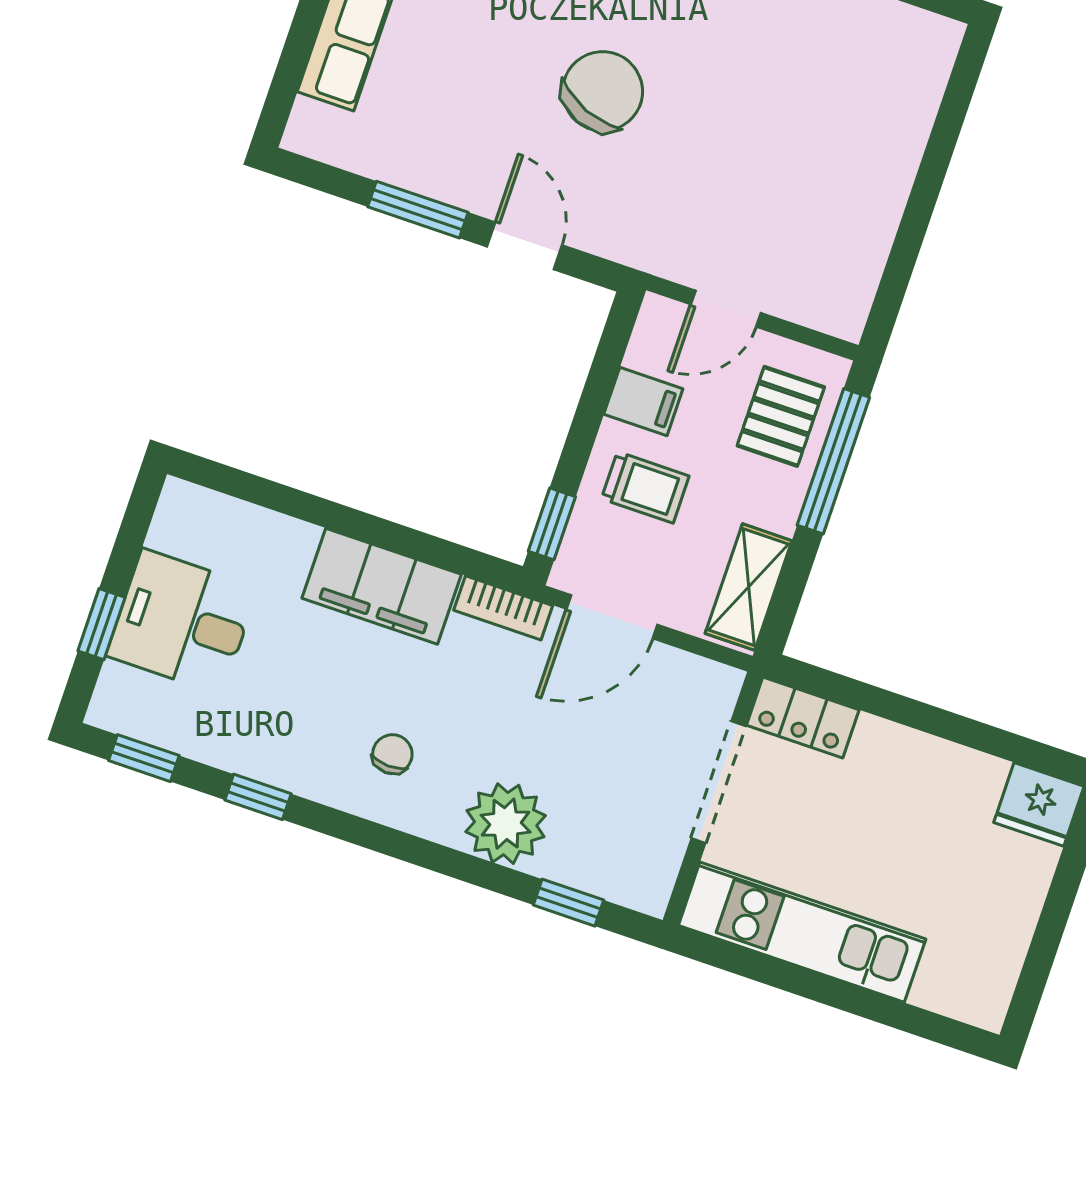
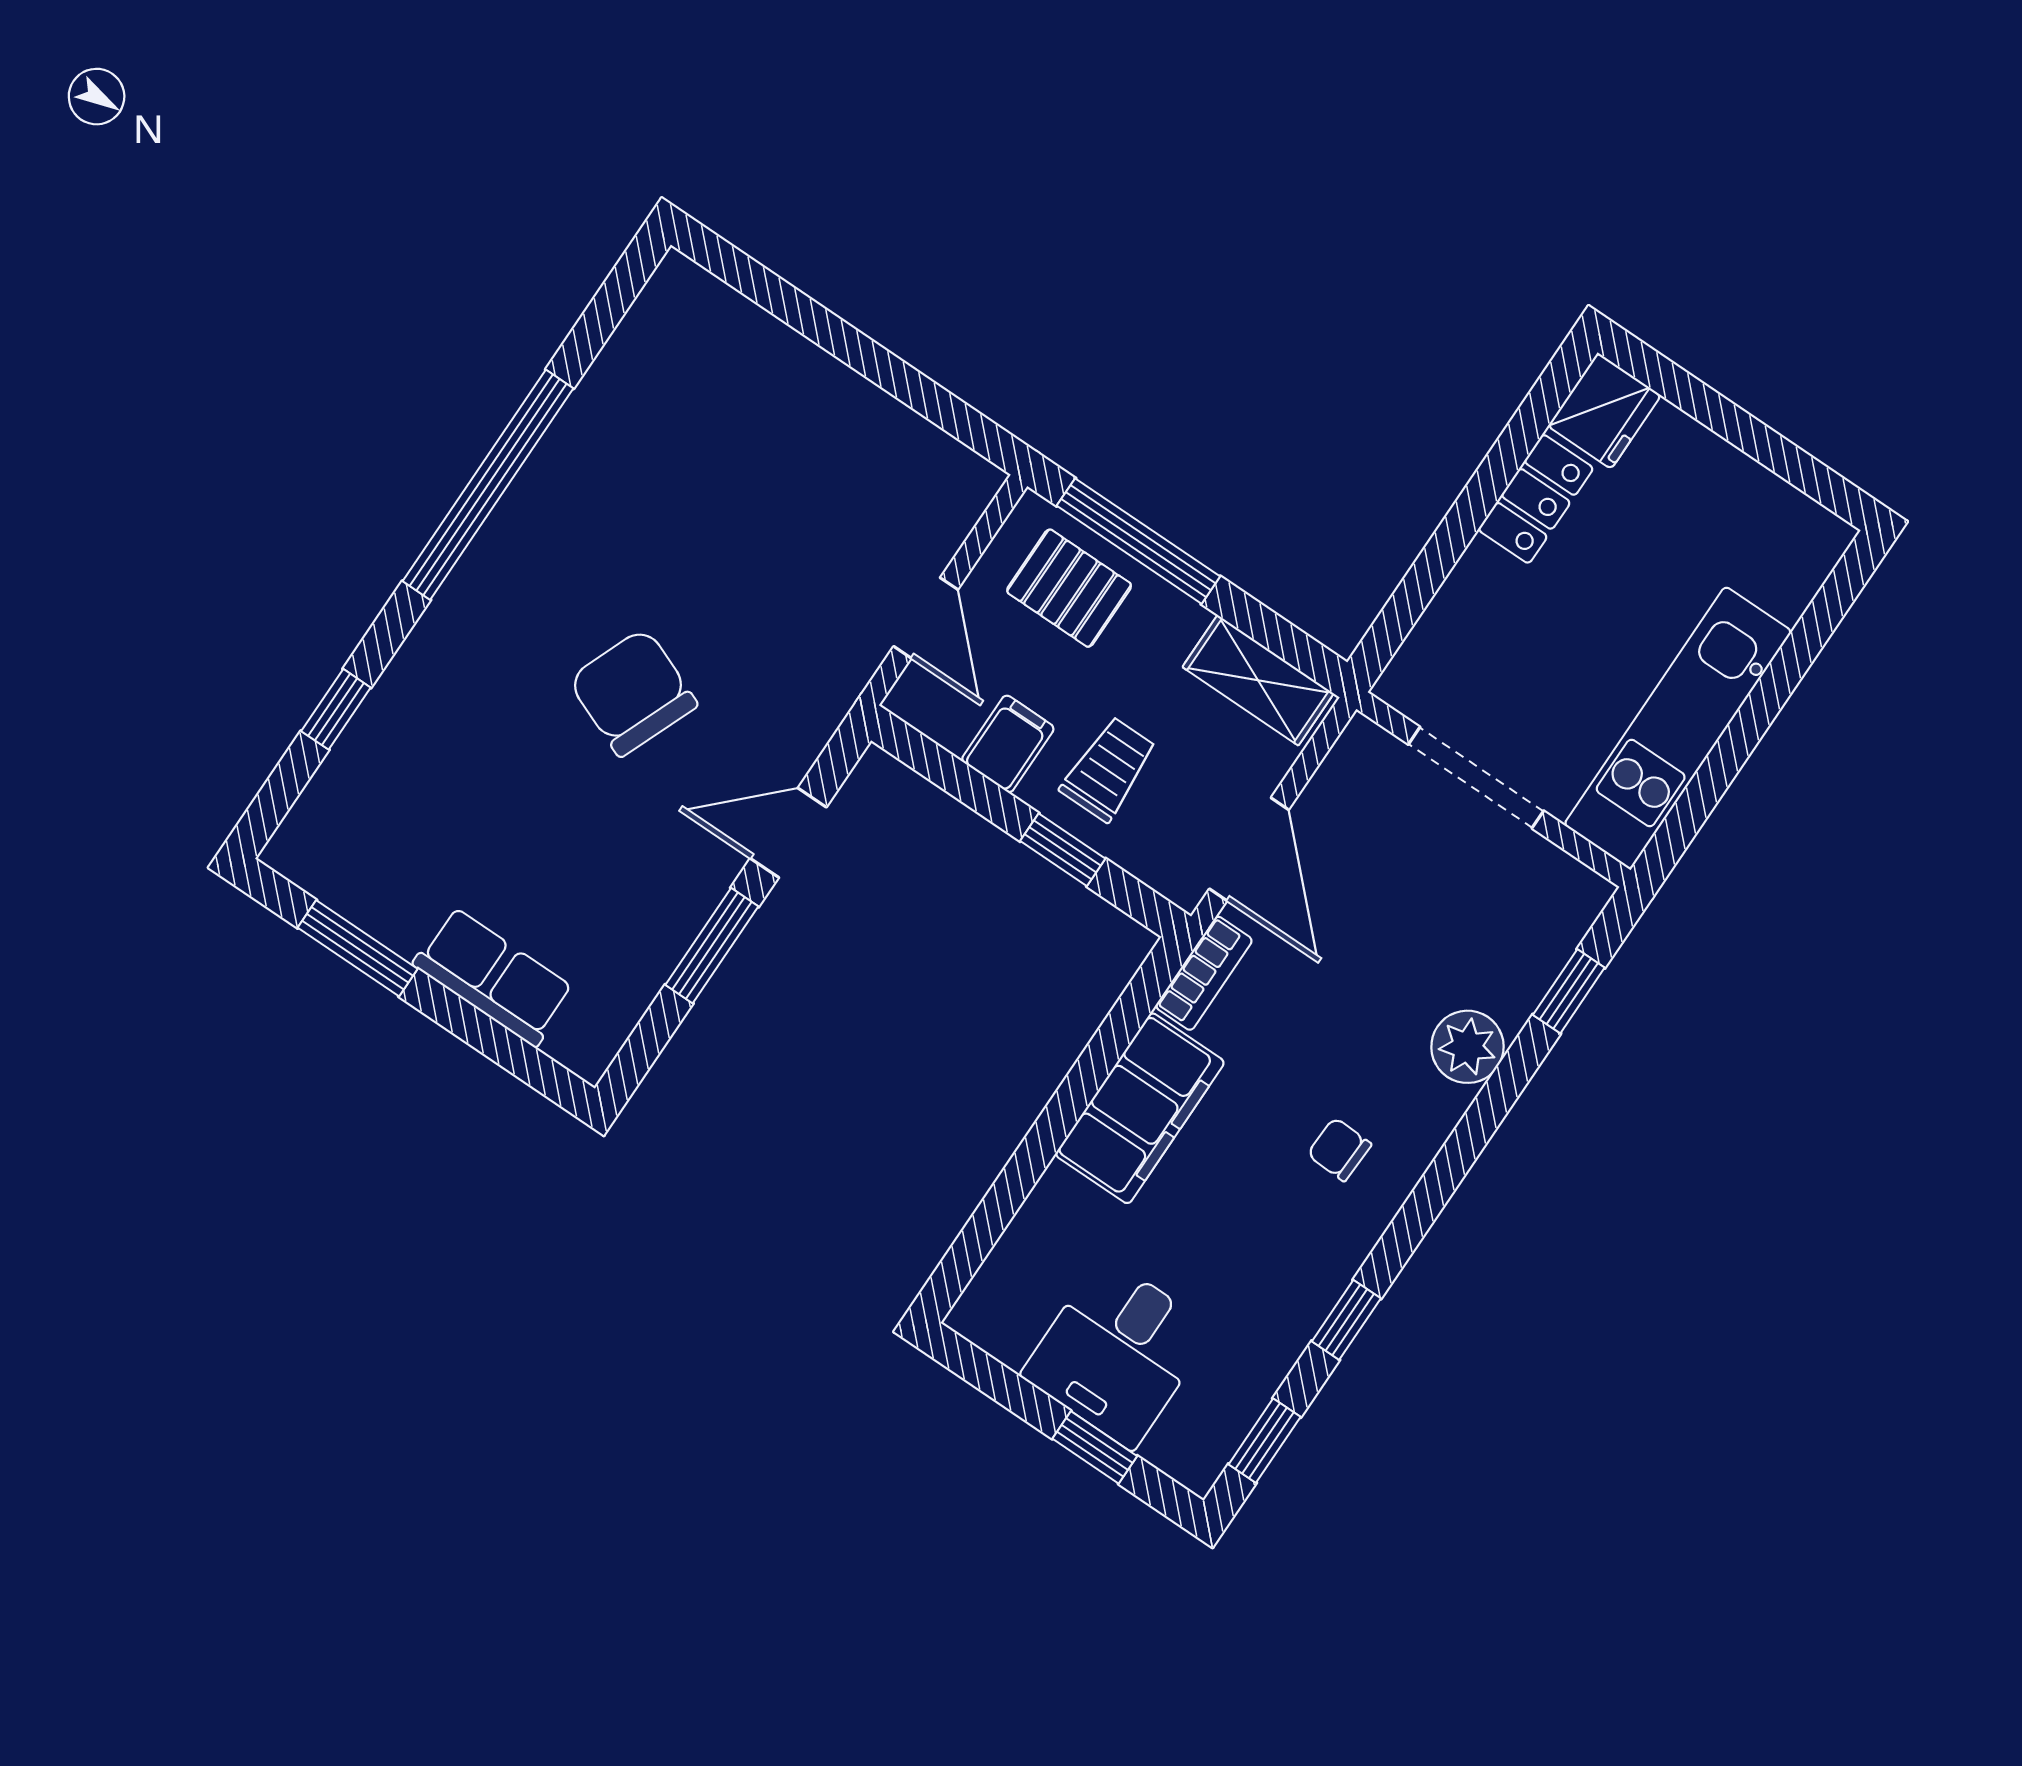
window: (552, 524) -> (1063, 850), moved
locker: (803, 718) -> (1536, 499), moved
plant: (506, 824) -> (1467, 1047), width x0.73, depth x0.73

